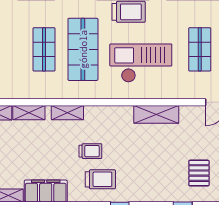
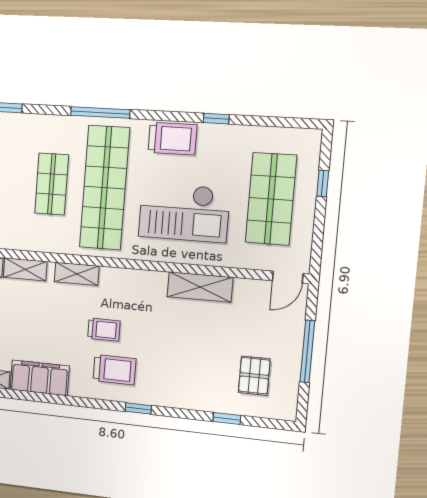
shop shelf: (83, 49) -> (105, 188), width x1.40
shop shelf: (200, 49) -> (271, 199), width x1.43, depth x1.36
checkout: (141, 63) -> (184, 213), turned 180

